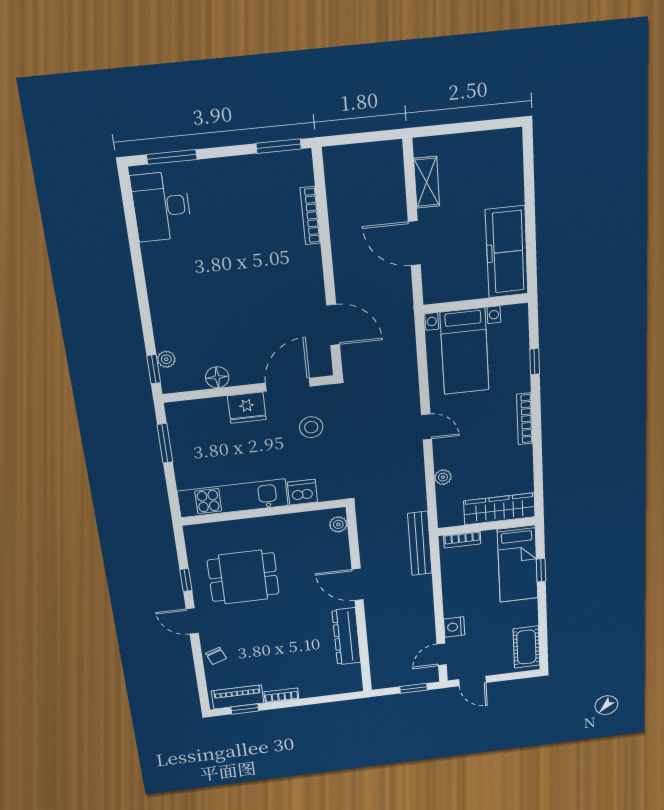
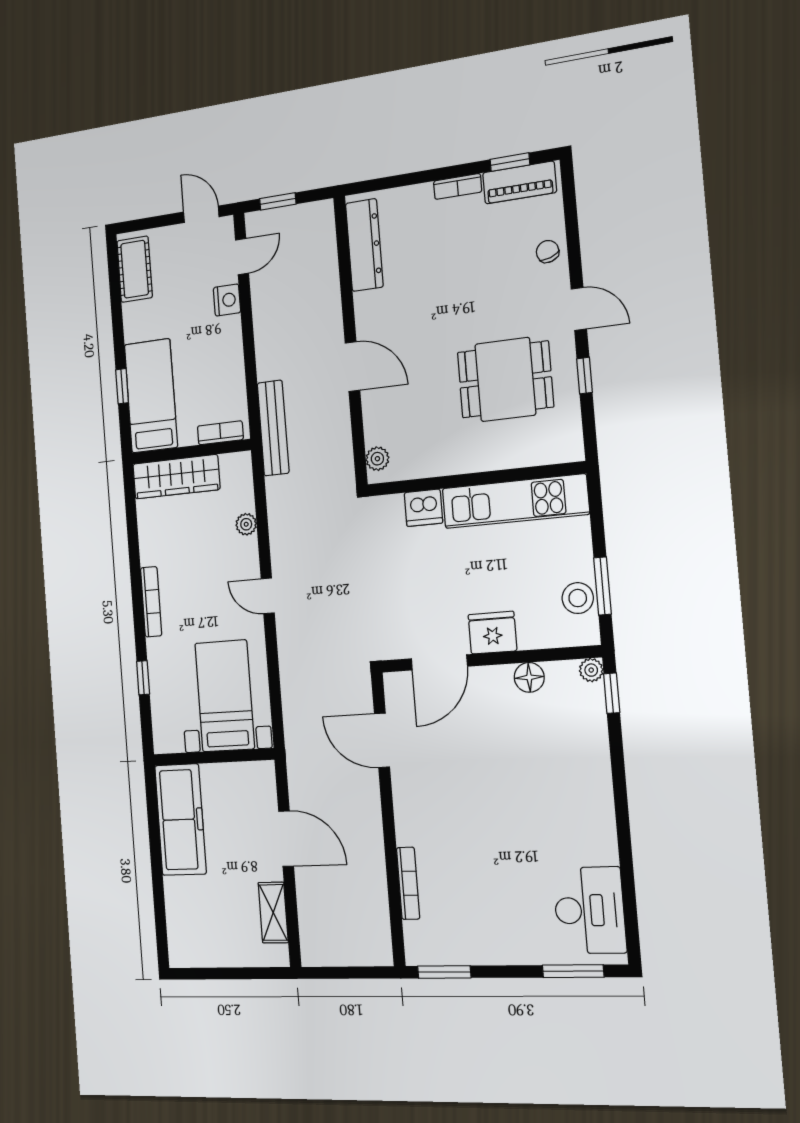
plant: (166, 359) -> (591, 670), moved
stool: (311, 427) -> (578, 598), moved
dresser: (346, 636) -> (364, 245), moved

